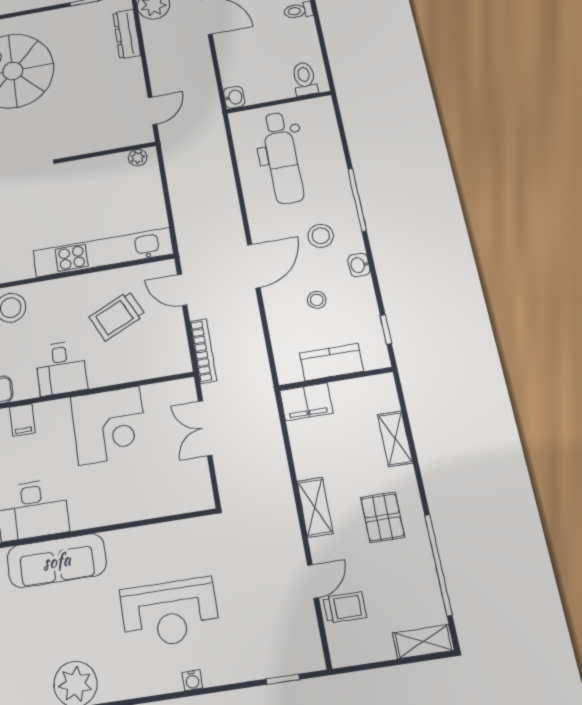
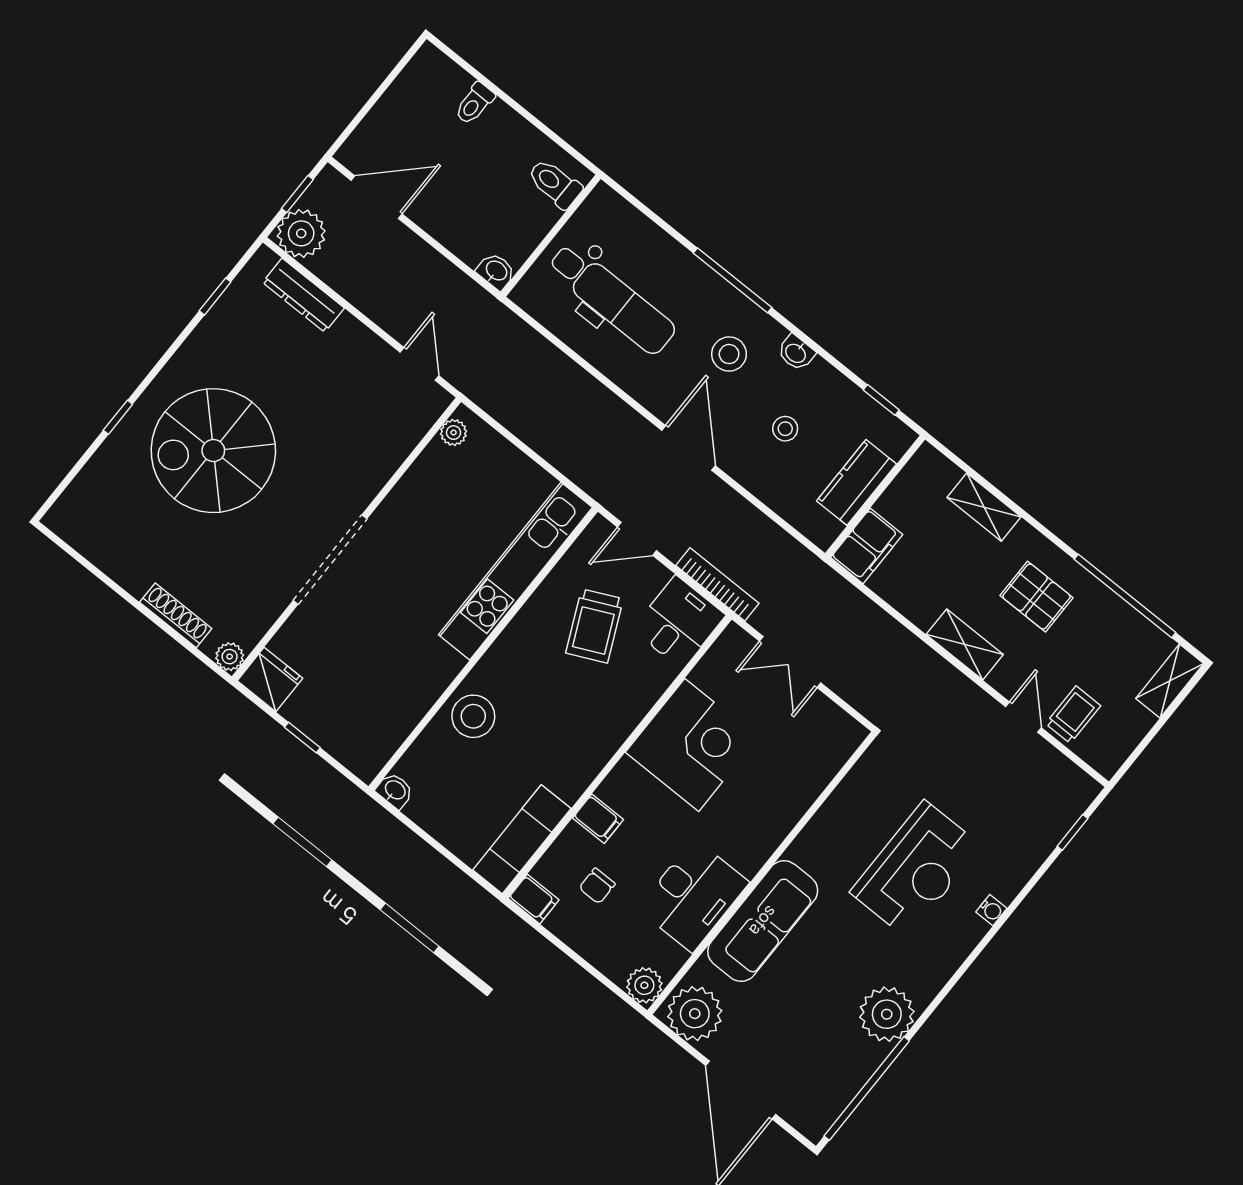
desk: (61, 368) -> (679, 622), moved, turned -90

